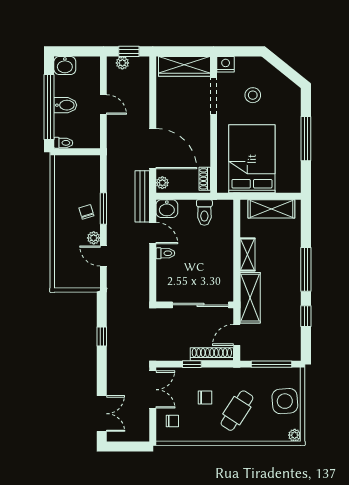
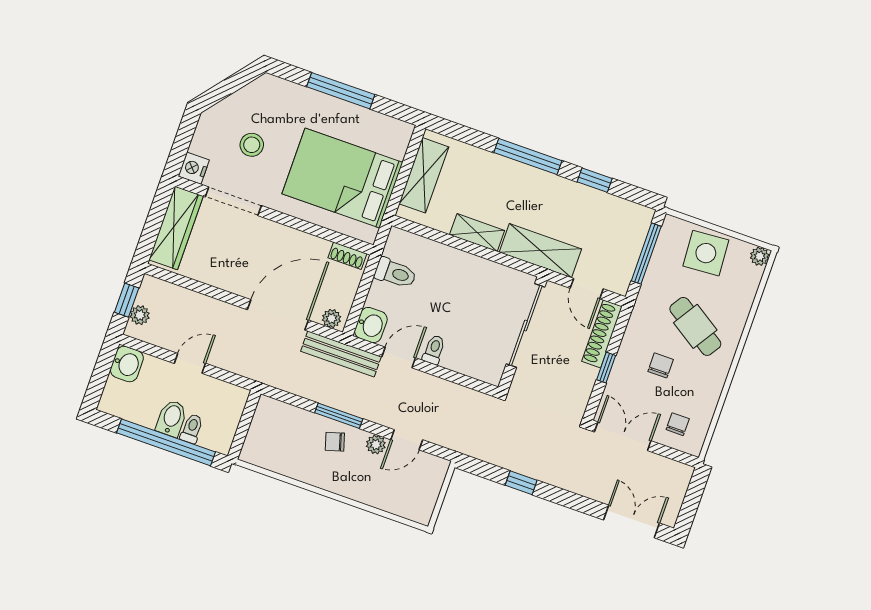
washbasin: (65, 66) -> (127, 364), moved
toilet: (63, 143) -> (192, 429), moved

